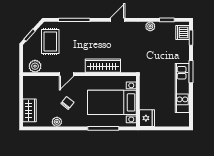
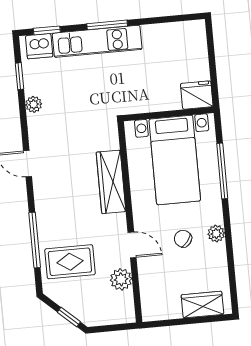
rug: (50, 41) -> (70, 262), moved
plant: (35, 66) -> (121, 279), moved
kitchen unit: (182, 88) -> (97, 41), moved
plant: (57, 122) -> (216, 234), moved

